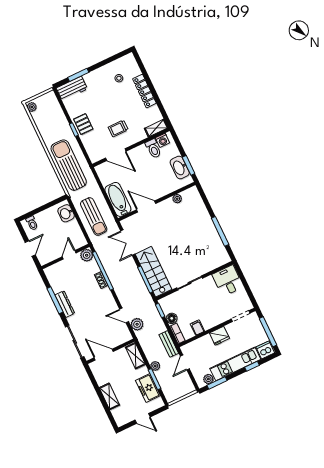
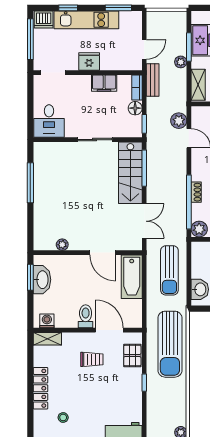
pallet: (83, 124) -> (132, 356), moved
toilet: (153, 149) -> (86, 316), moved
sun lounger: (94, 217) -> (169, 270), turned 180
filing cabinet: (197, 328) -> (104, 83), width x2.00
plant: (208, 379) -> (126, 17), removed

